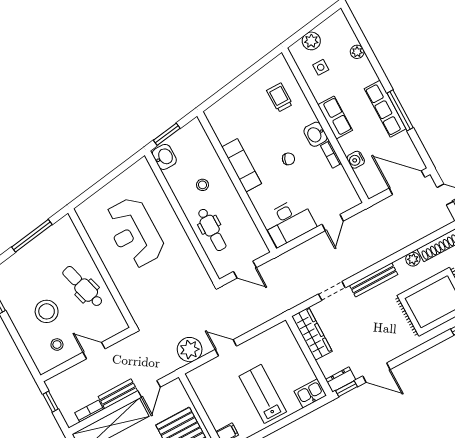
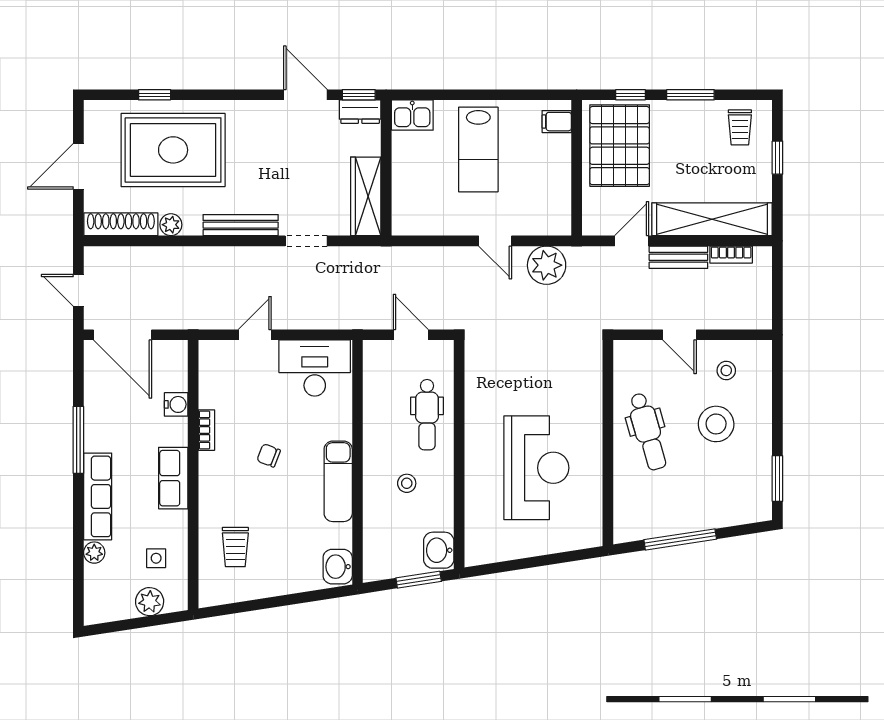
row of seats: (385, 109) -> (98, 496), moved
washbasin: (315, 134) -> (338, 567), moved, turned 180
dental chair: (212, 230) -> (427, 415), turned 180
window: (51, 402) -> (777, 296), removed

